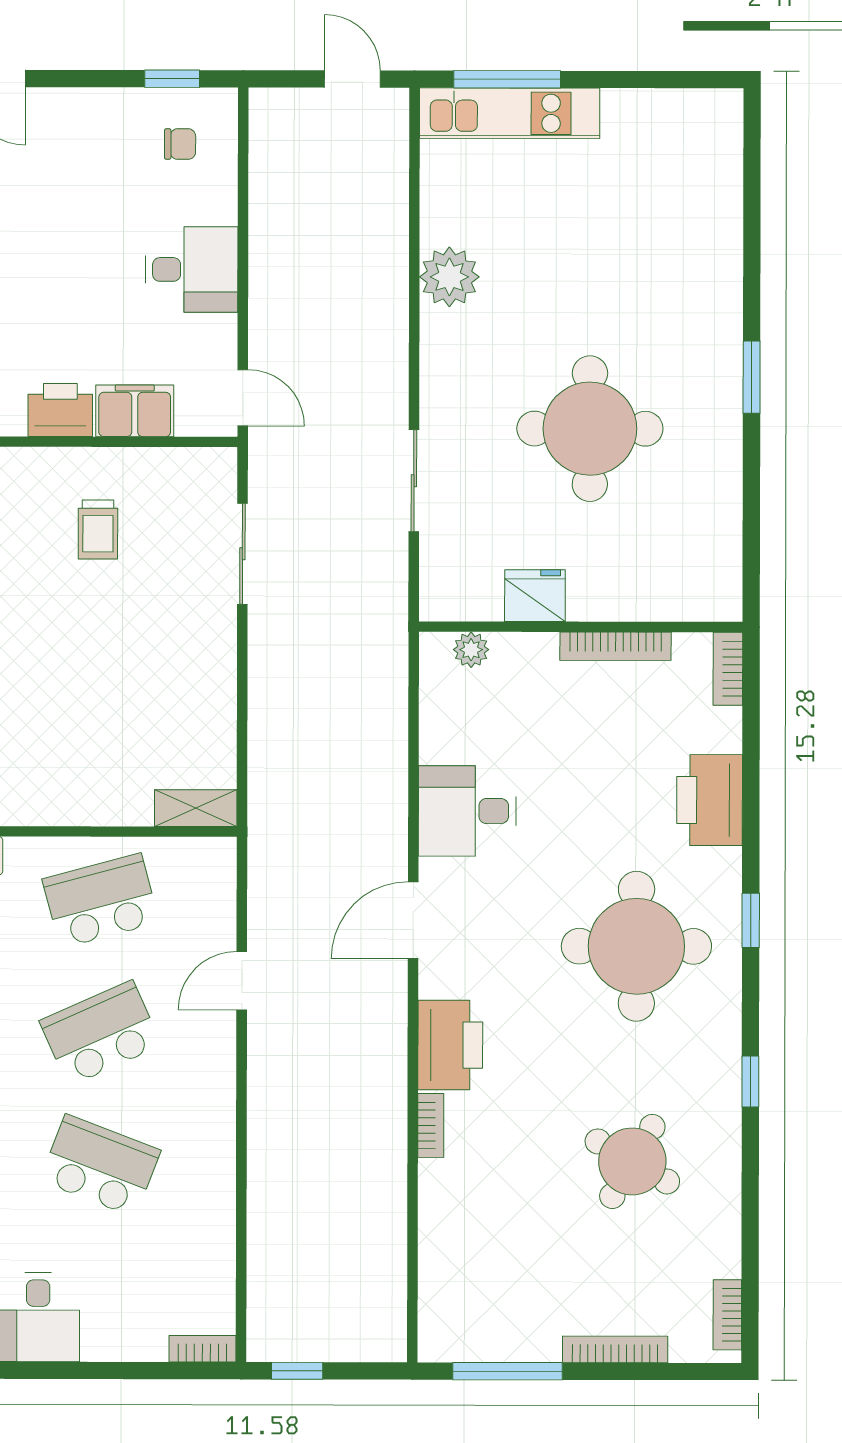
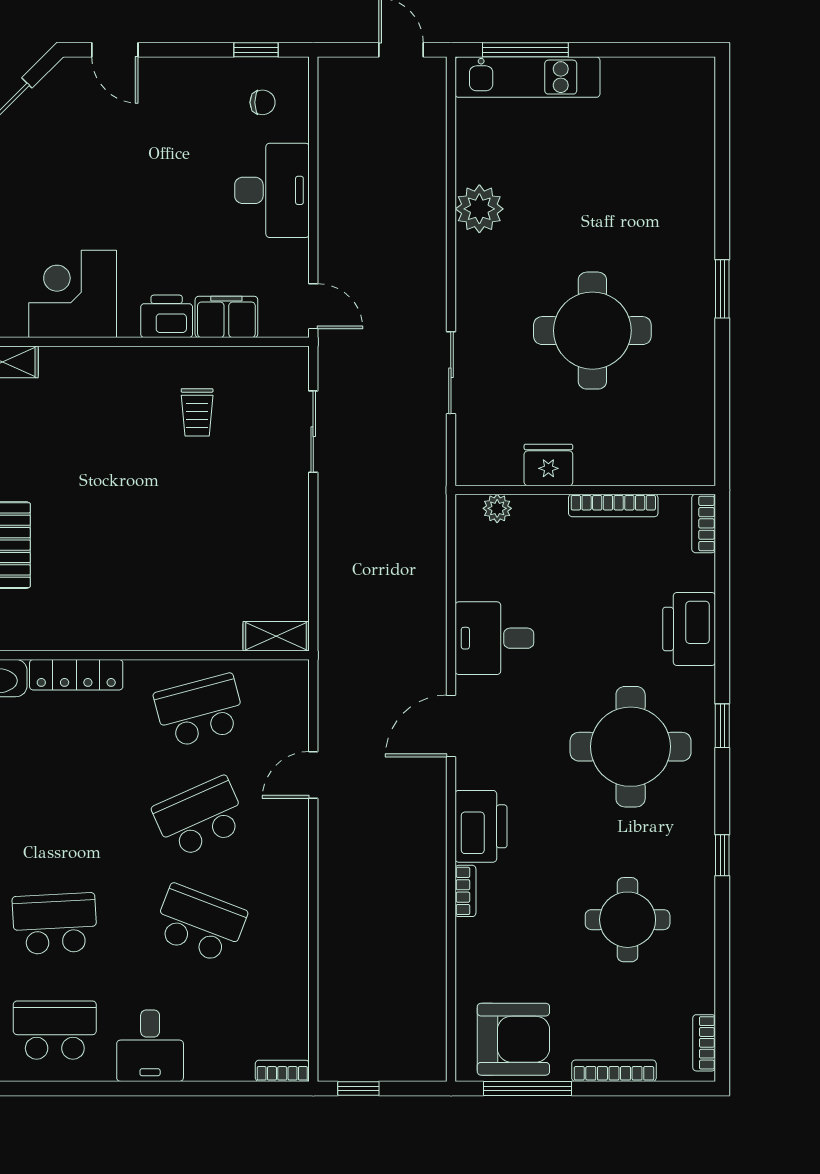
desk: (192, 270) -> (272, 190), width x1.37
round table: (632, 1161) -> (628, 920), turned -30
armchair: (490, 1310) -> (513, 1039), added

